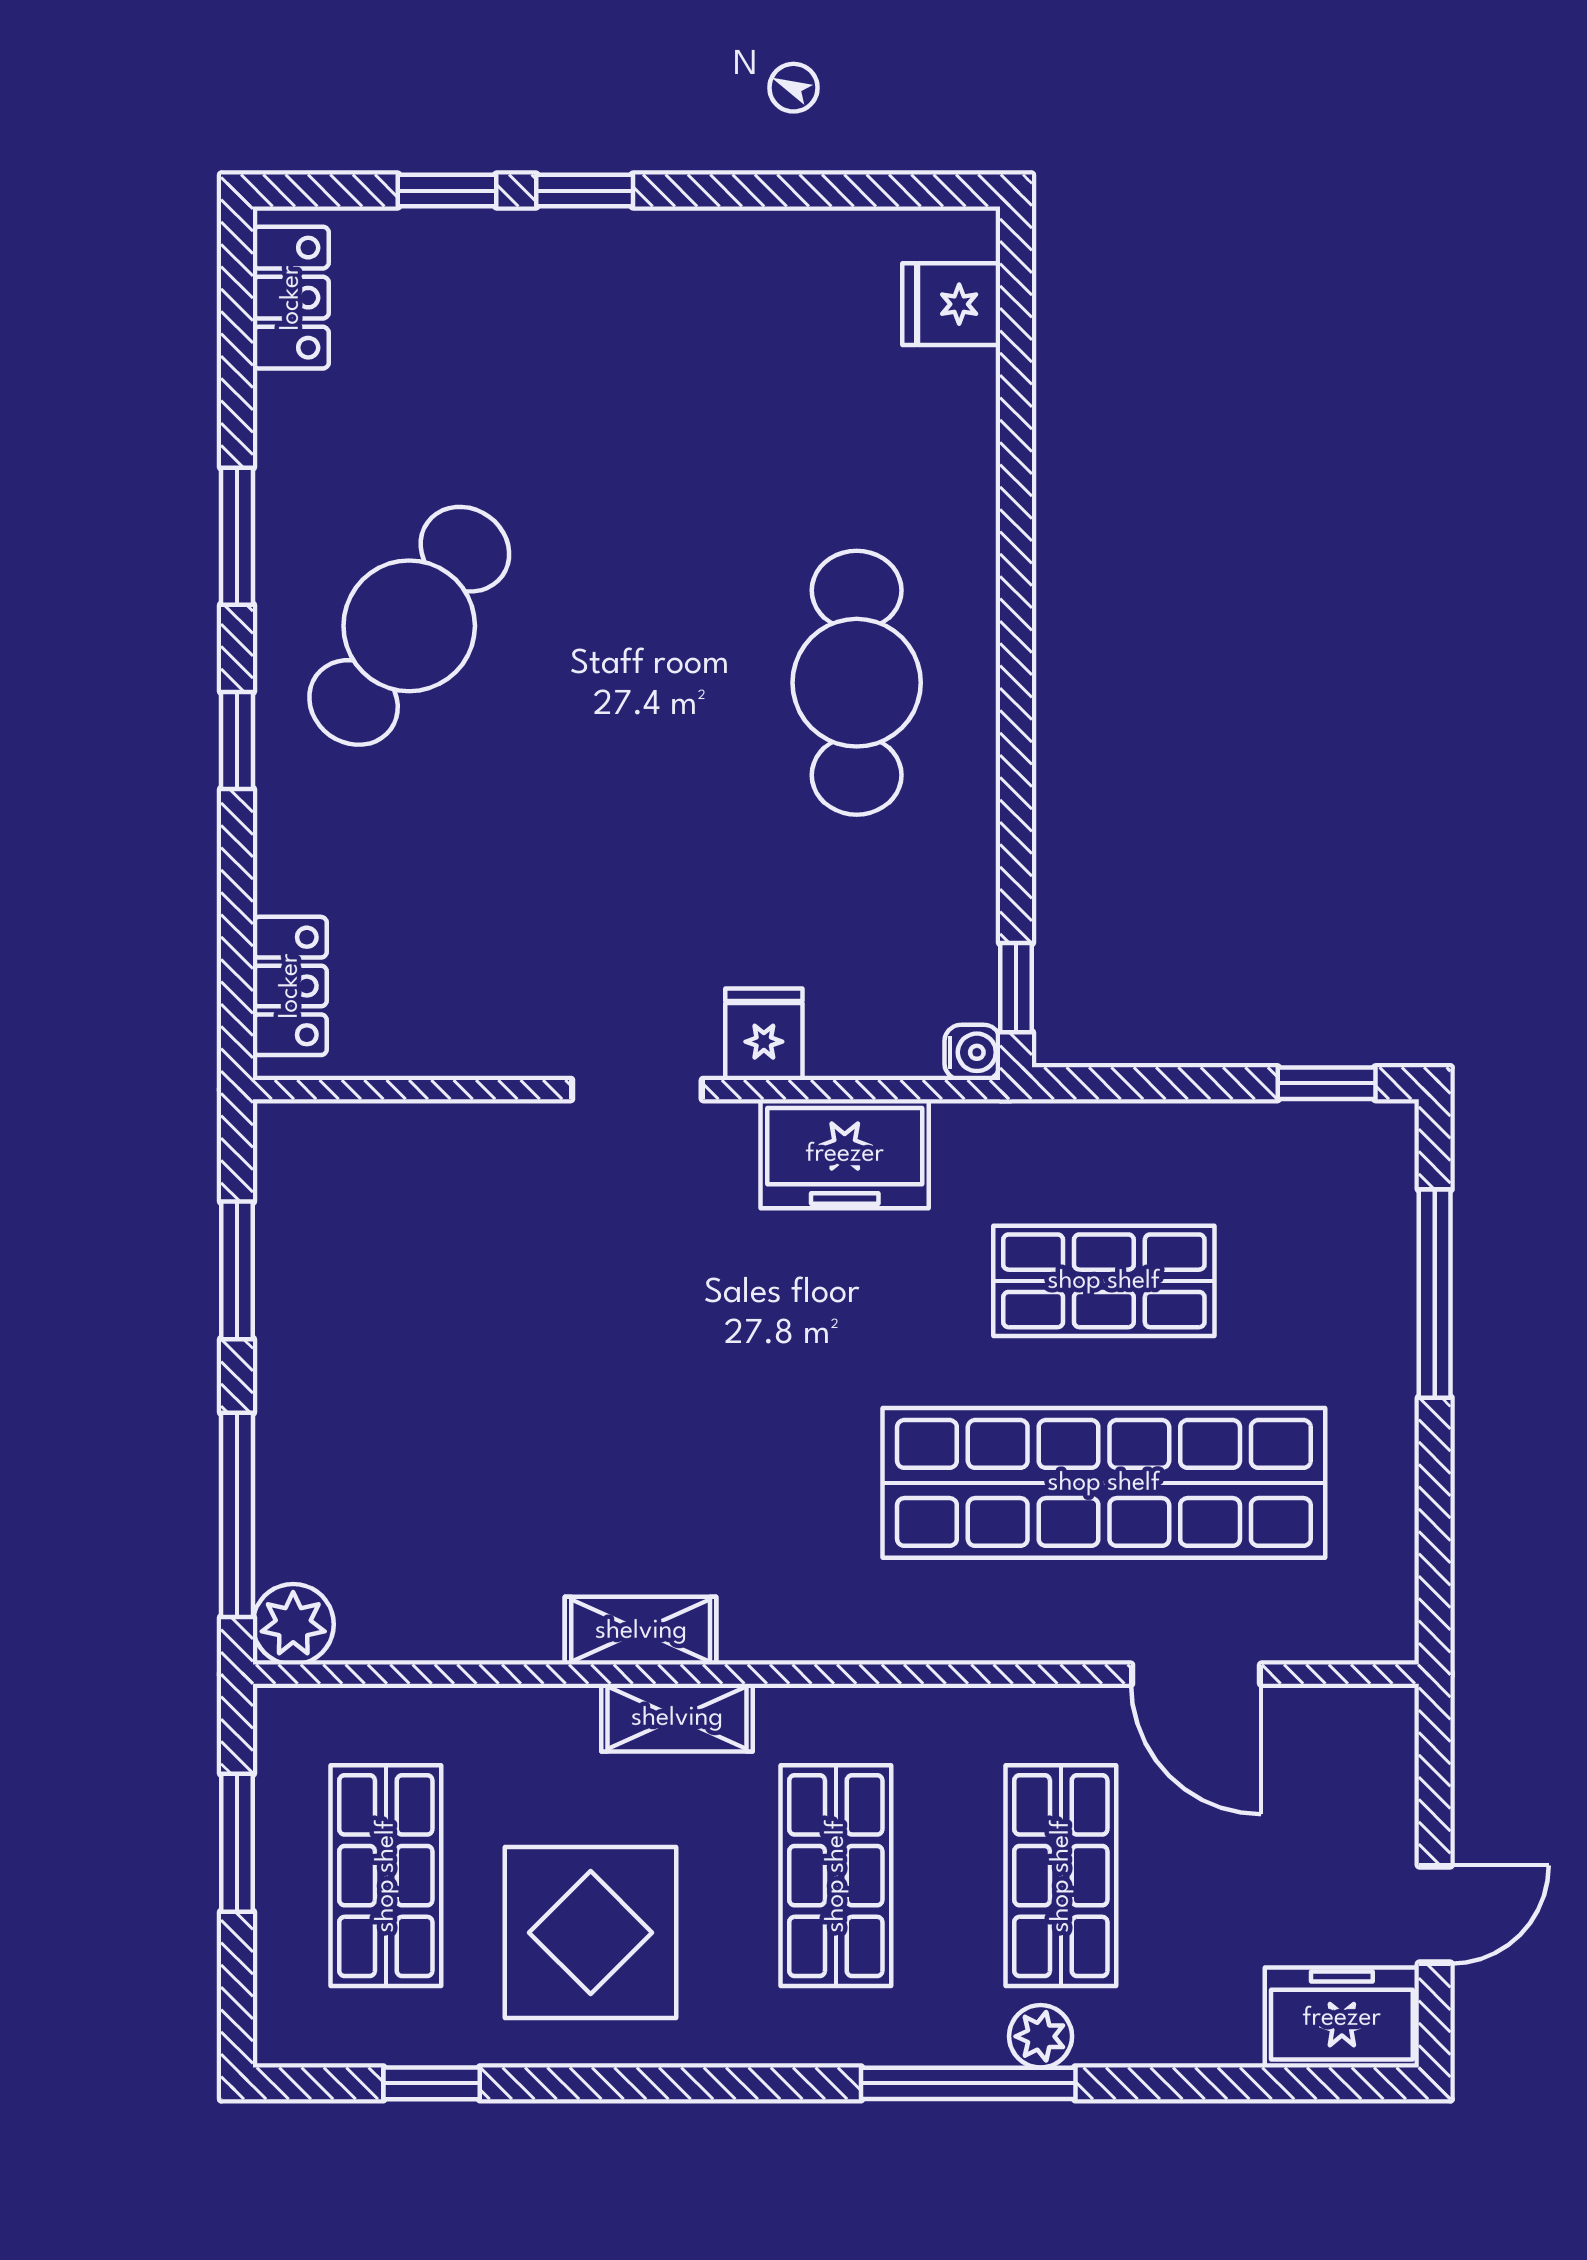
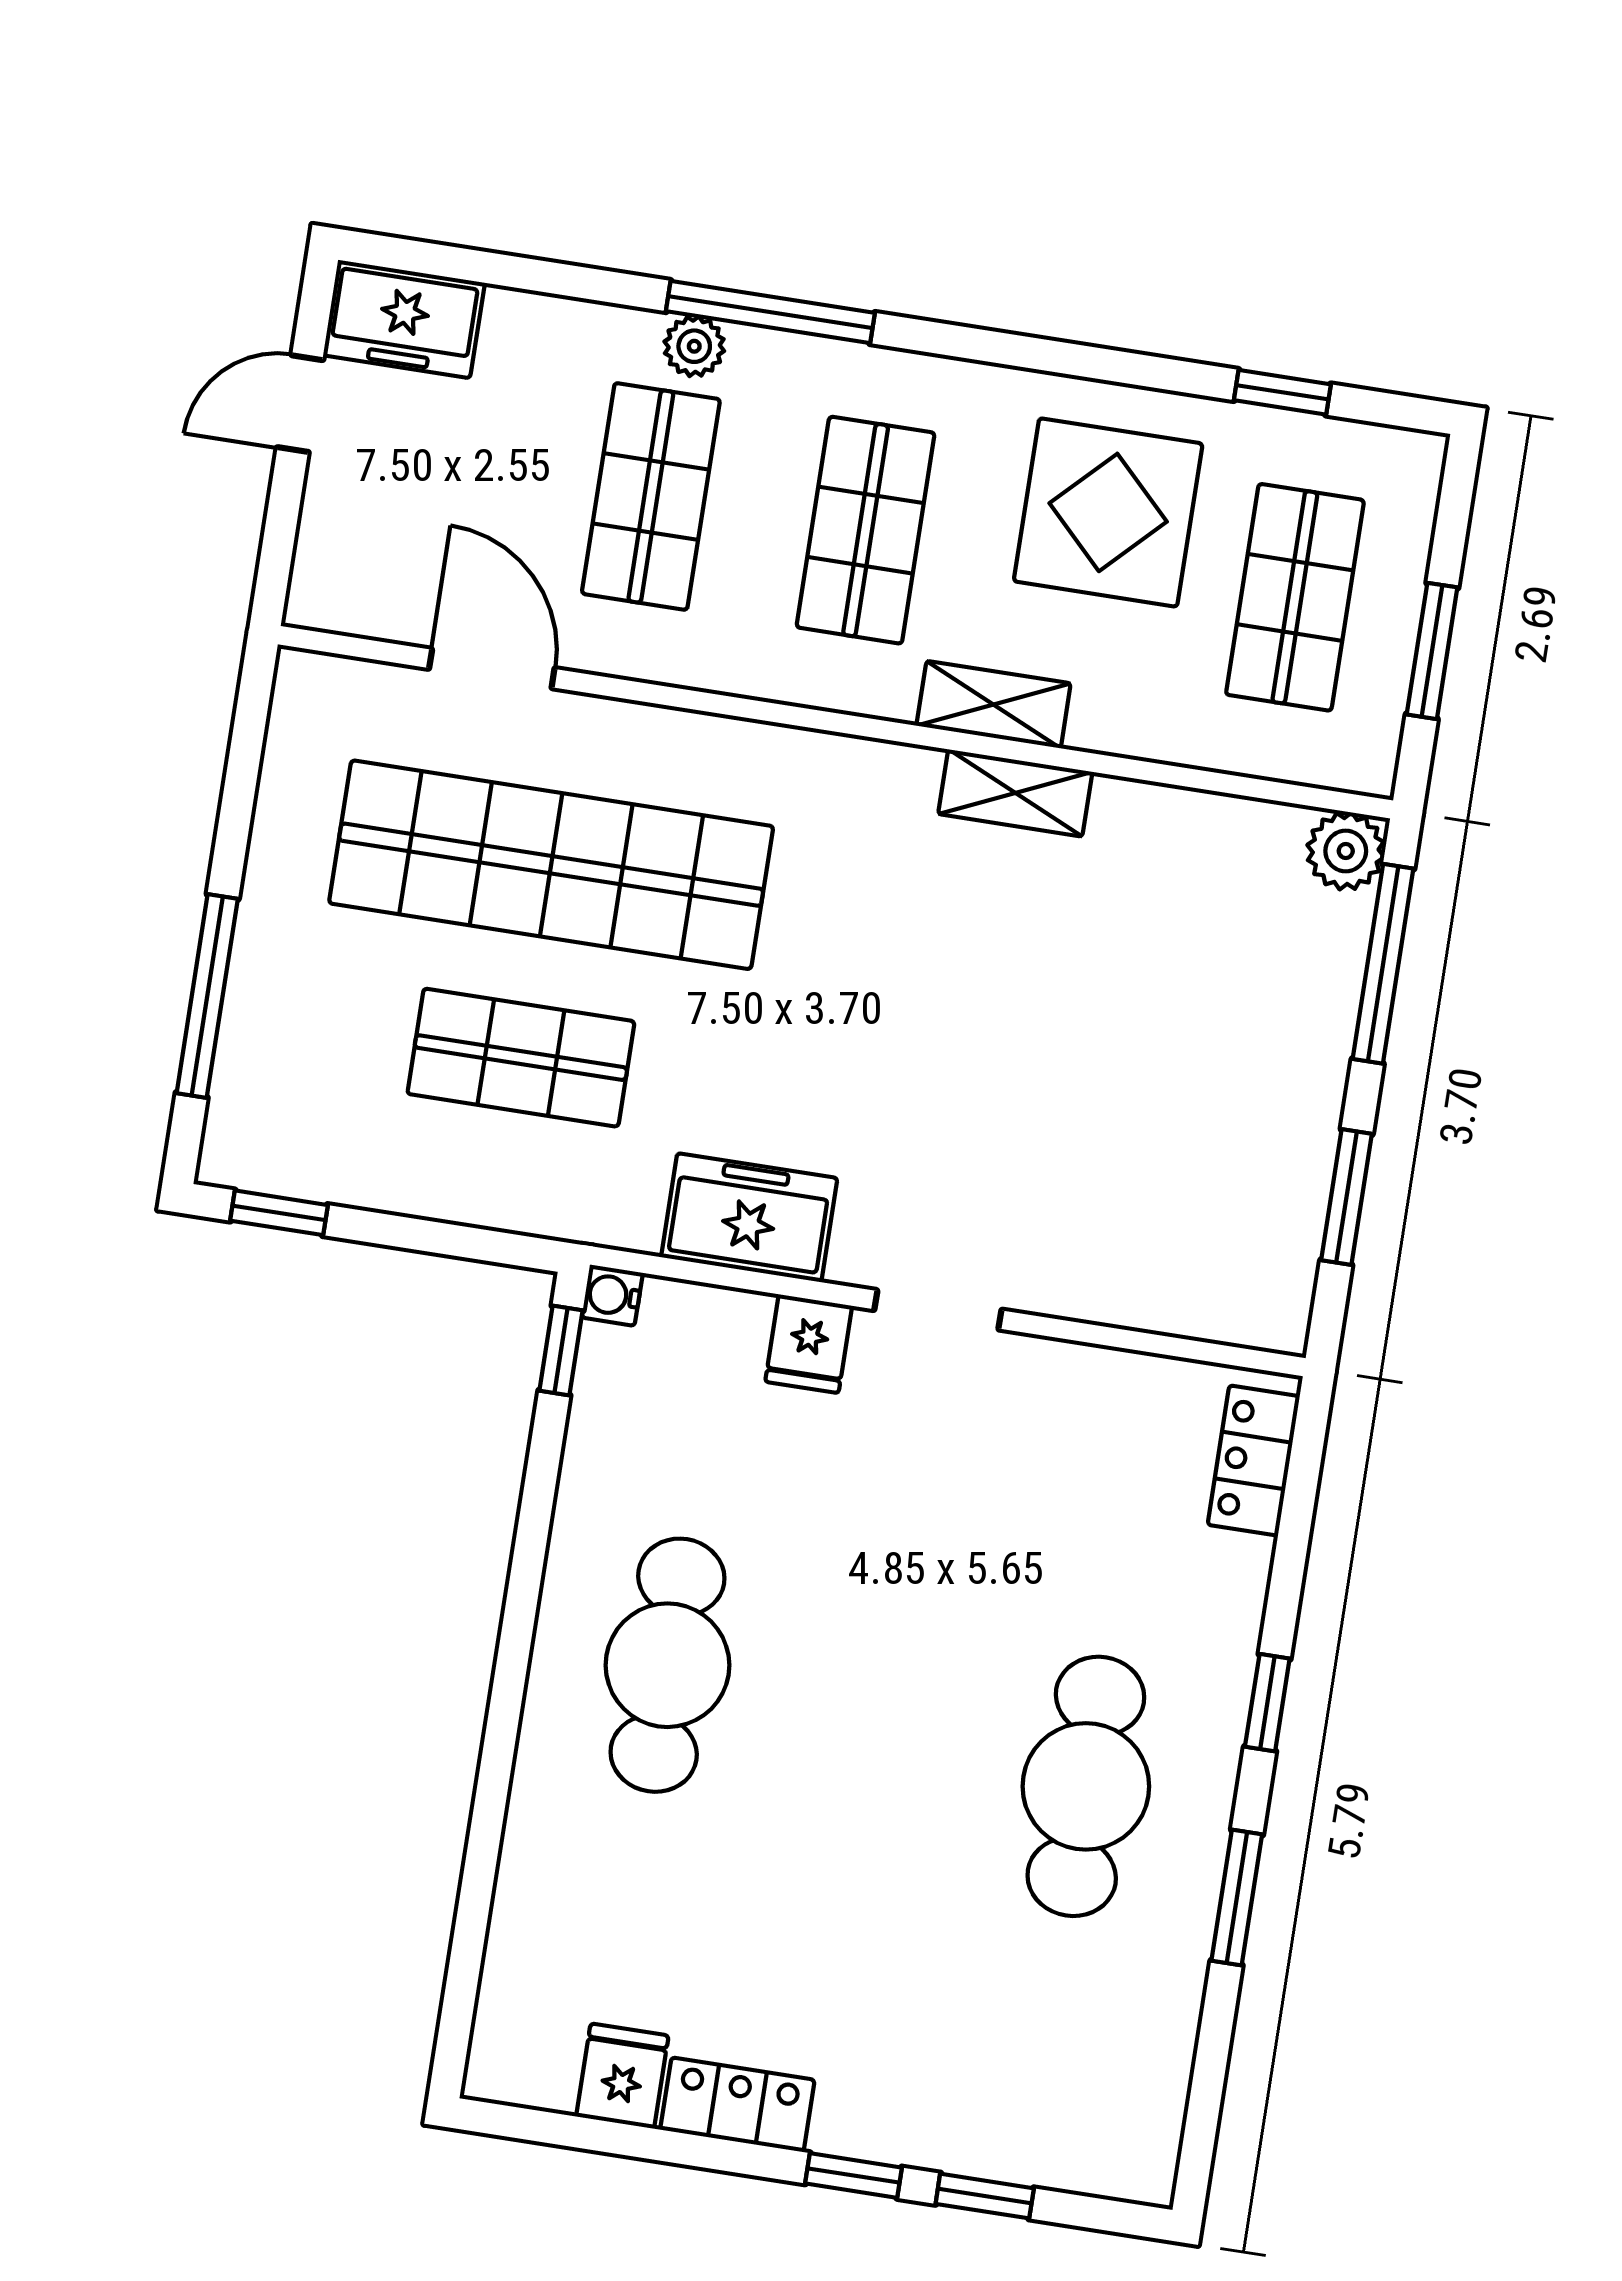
locker: (291, 298) -> (737, 2105), moved, turned 90
fridge: (951, 304) -> (622, 2076), moved, turned -90
cafe table: (409, 626) -> (1086, 1786), turned -36

